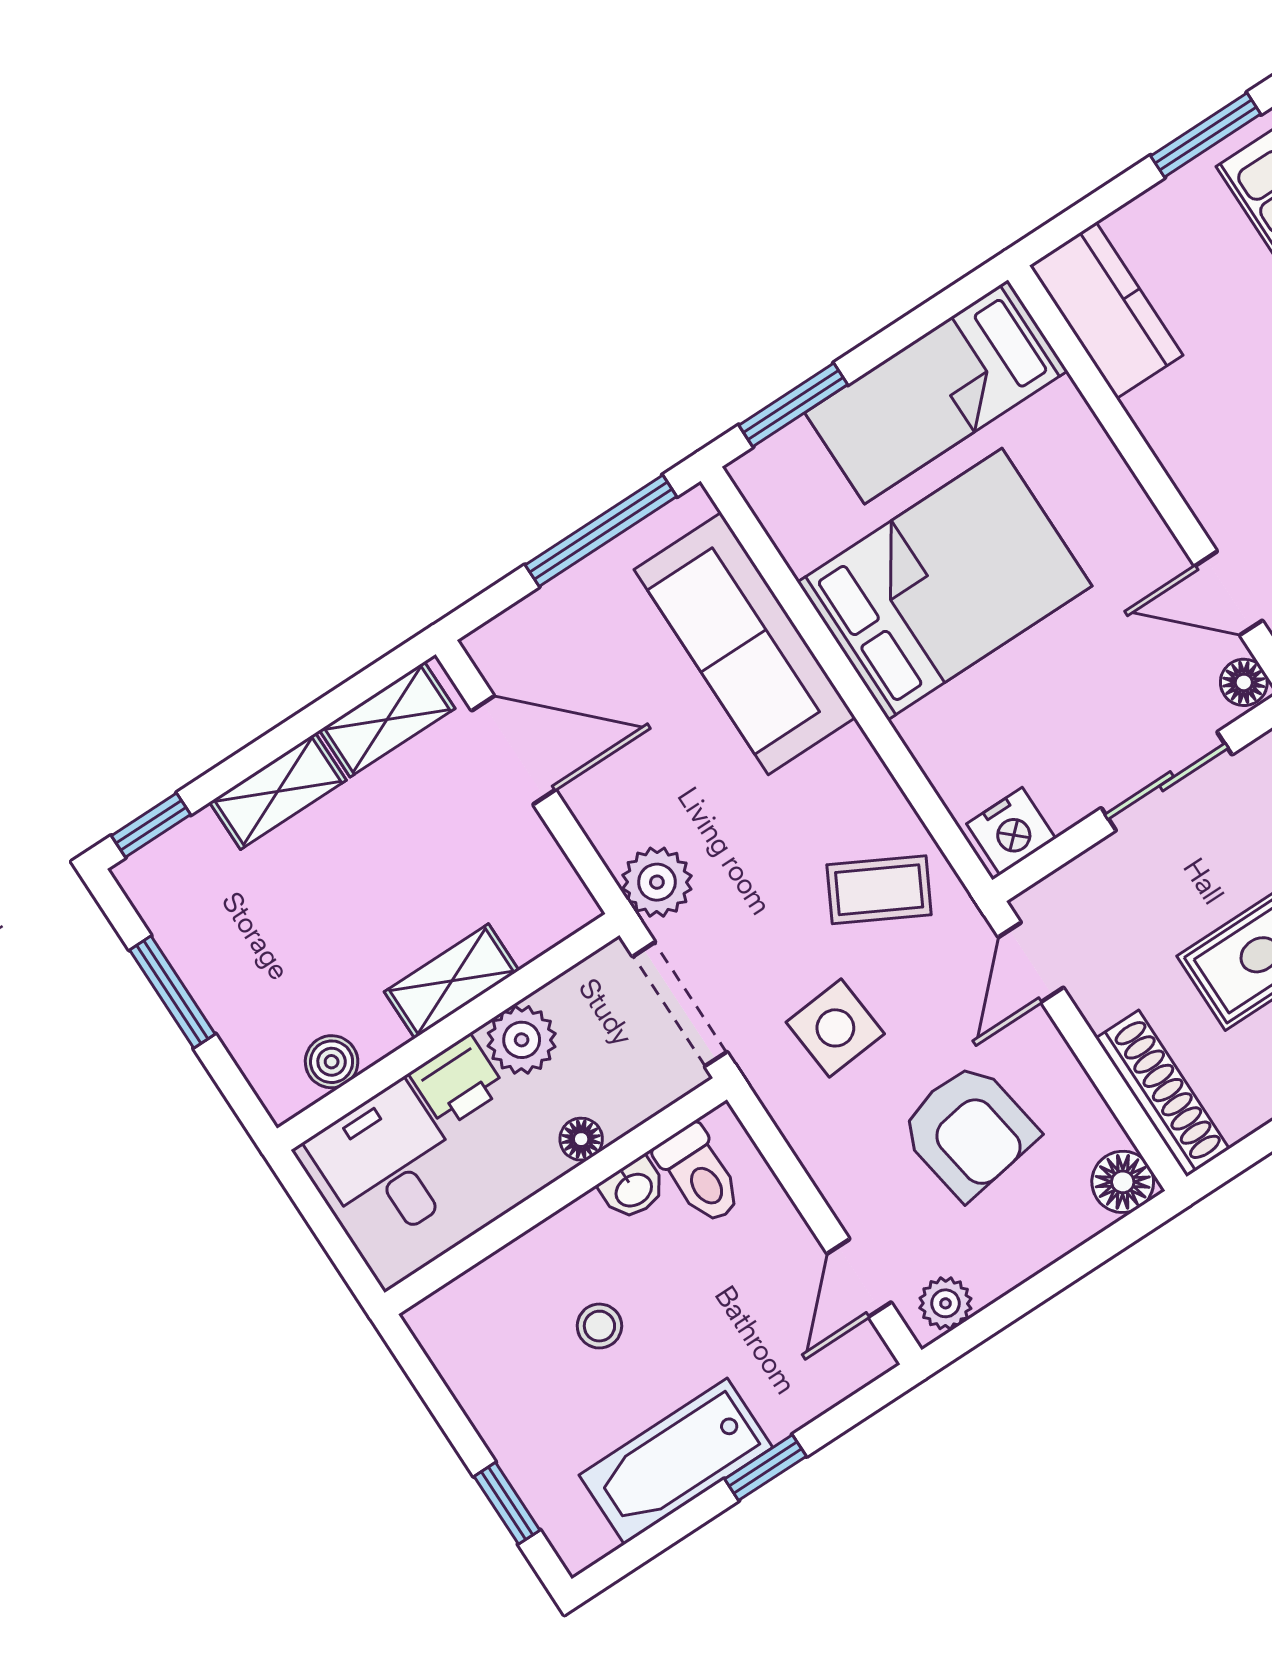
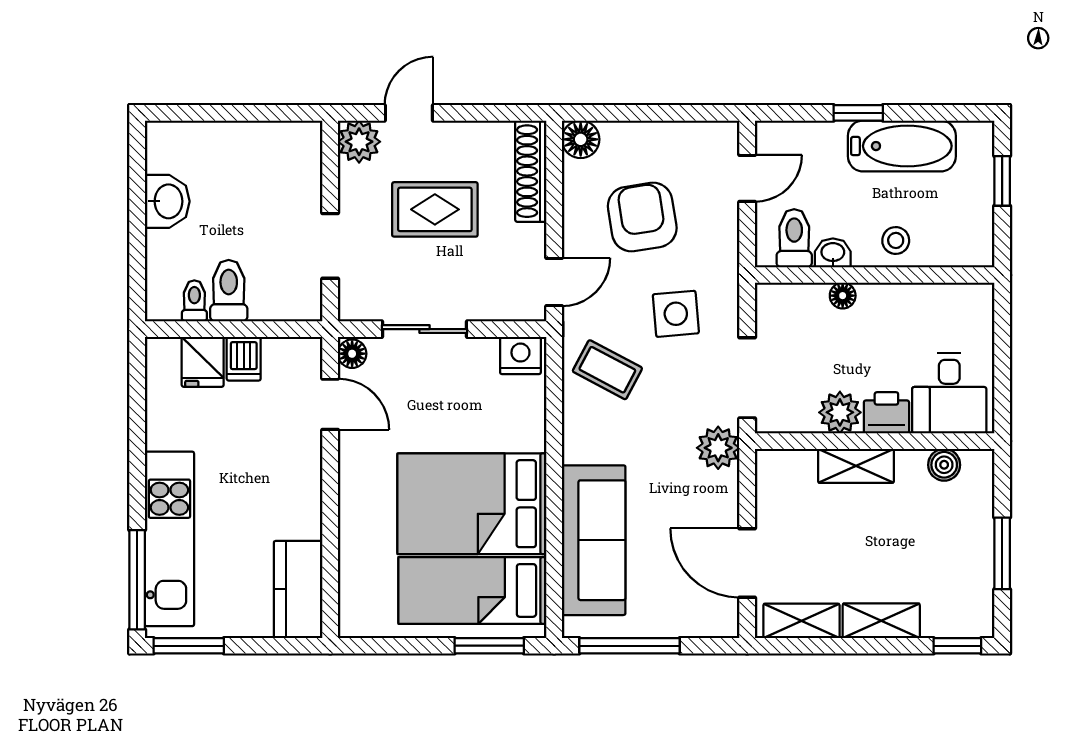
bed: (936, 392) -> (472, 590), moved, turned 180
floor lamp: (581, 1139) -> (843, 296), moved
toilet: (699, 1174) -> (794, 238), moved
washbasin: (633, 1189) -> (833, 253), moved
wall: (556, 1196) -> (875, 275), moved
plant: (945, 1303) -> (712, 137), removed

